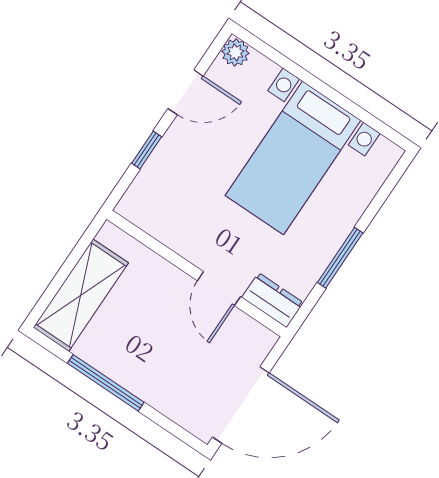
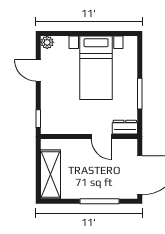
door: (186, 92) -> (38, 70), swing flipped
window: (147, 150) -> (38, 119), moved
window: (106, 383) -> (100, 201), moved

